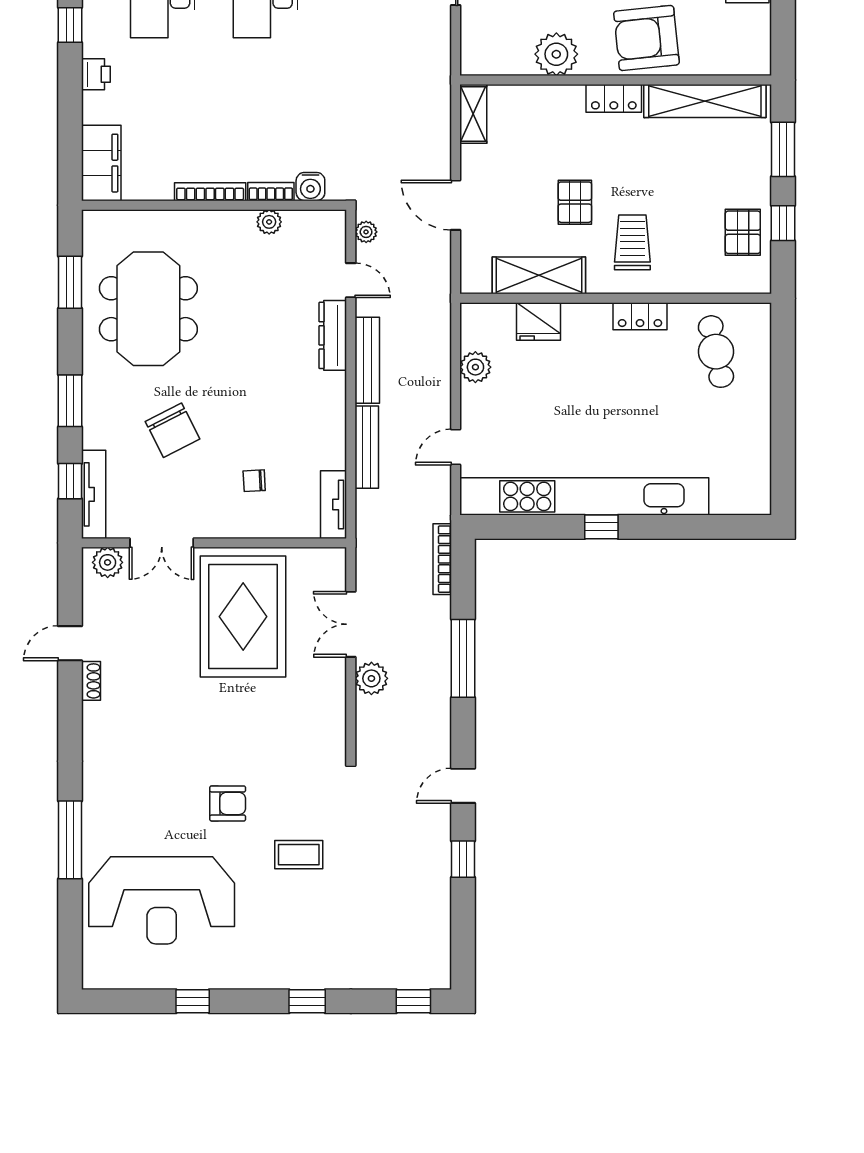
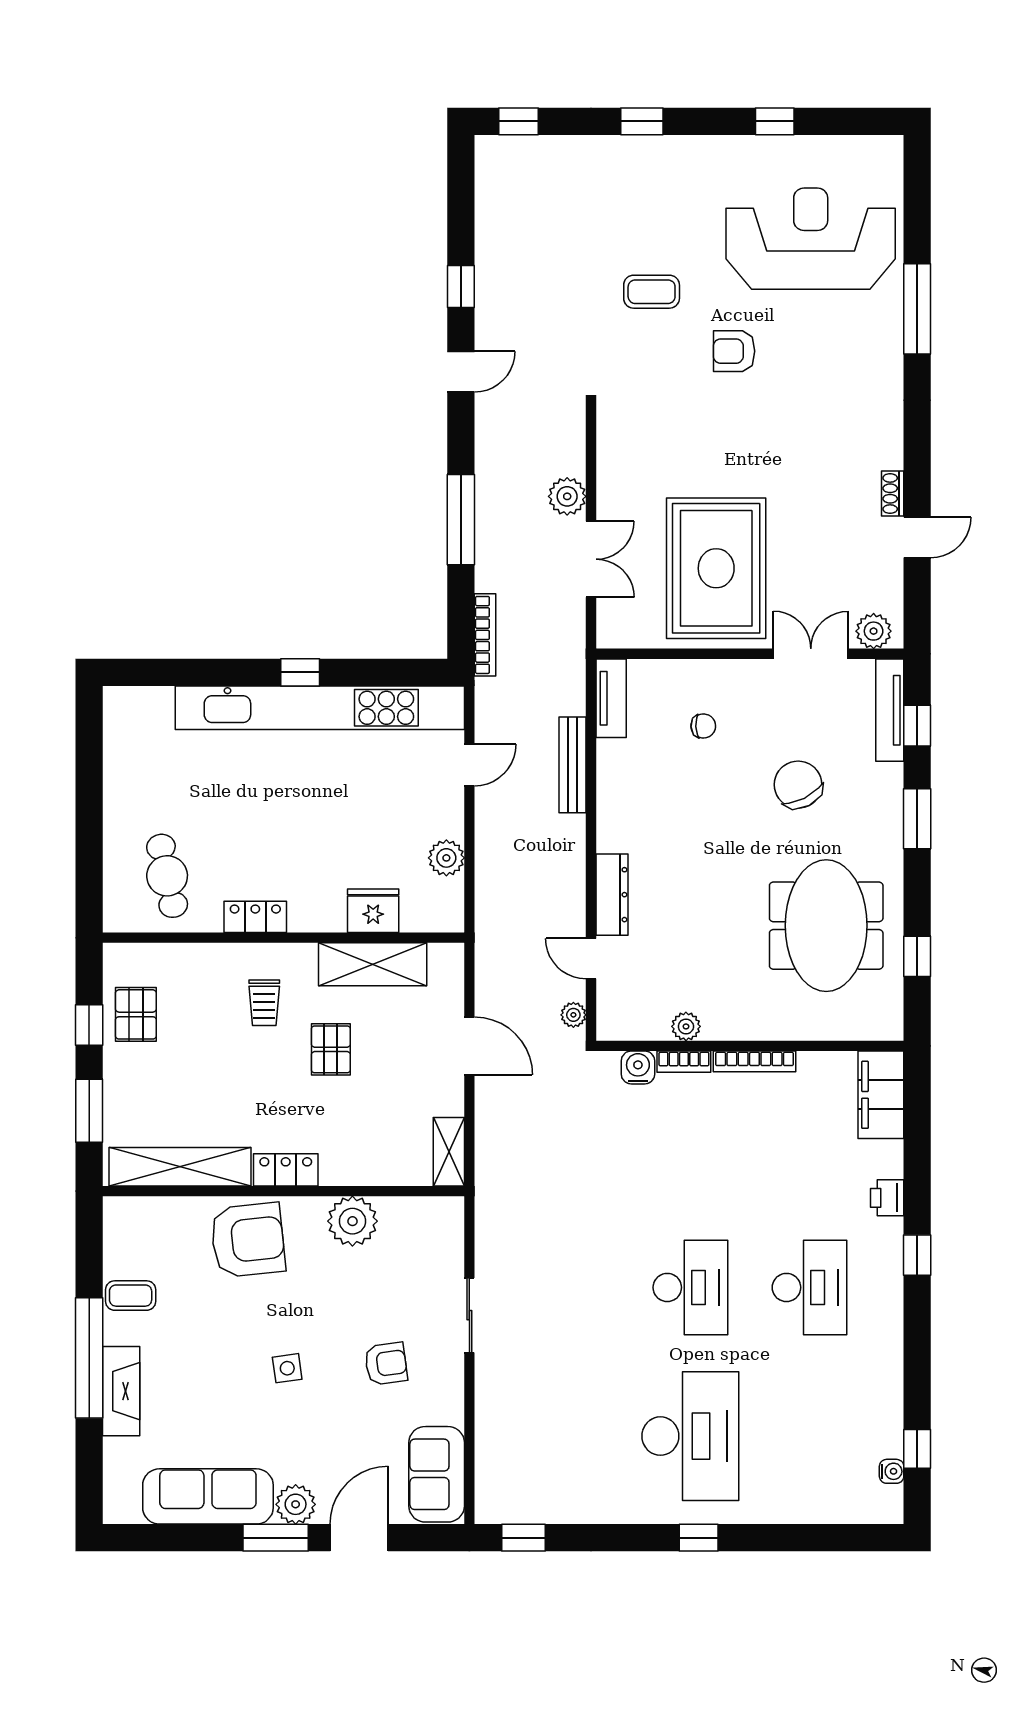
trolley: (632, 242) -> (264, 1003), width x0.73, depth x0.72
window: (70, 282) -> (917, 956), width x0.67
bench: (367, 360) -> (572, 866), removed

